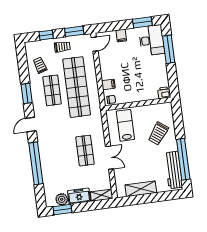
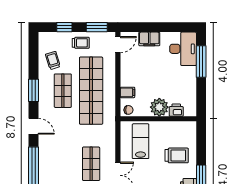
window: (142, 22) -> (175, 27), removed
filing cabinet: (121, 36) -> (149, 39), width x2.00
printer: (164, 93) -> (176, 110), moved
plant: (138, 94) -> (159, 107), added
door: (31, 125) -> (34, 126), swing flipped
trolley: (158, 134) -> (177, 155), turned -127

